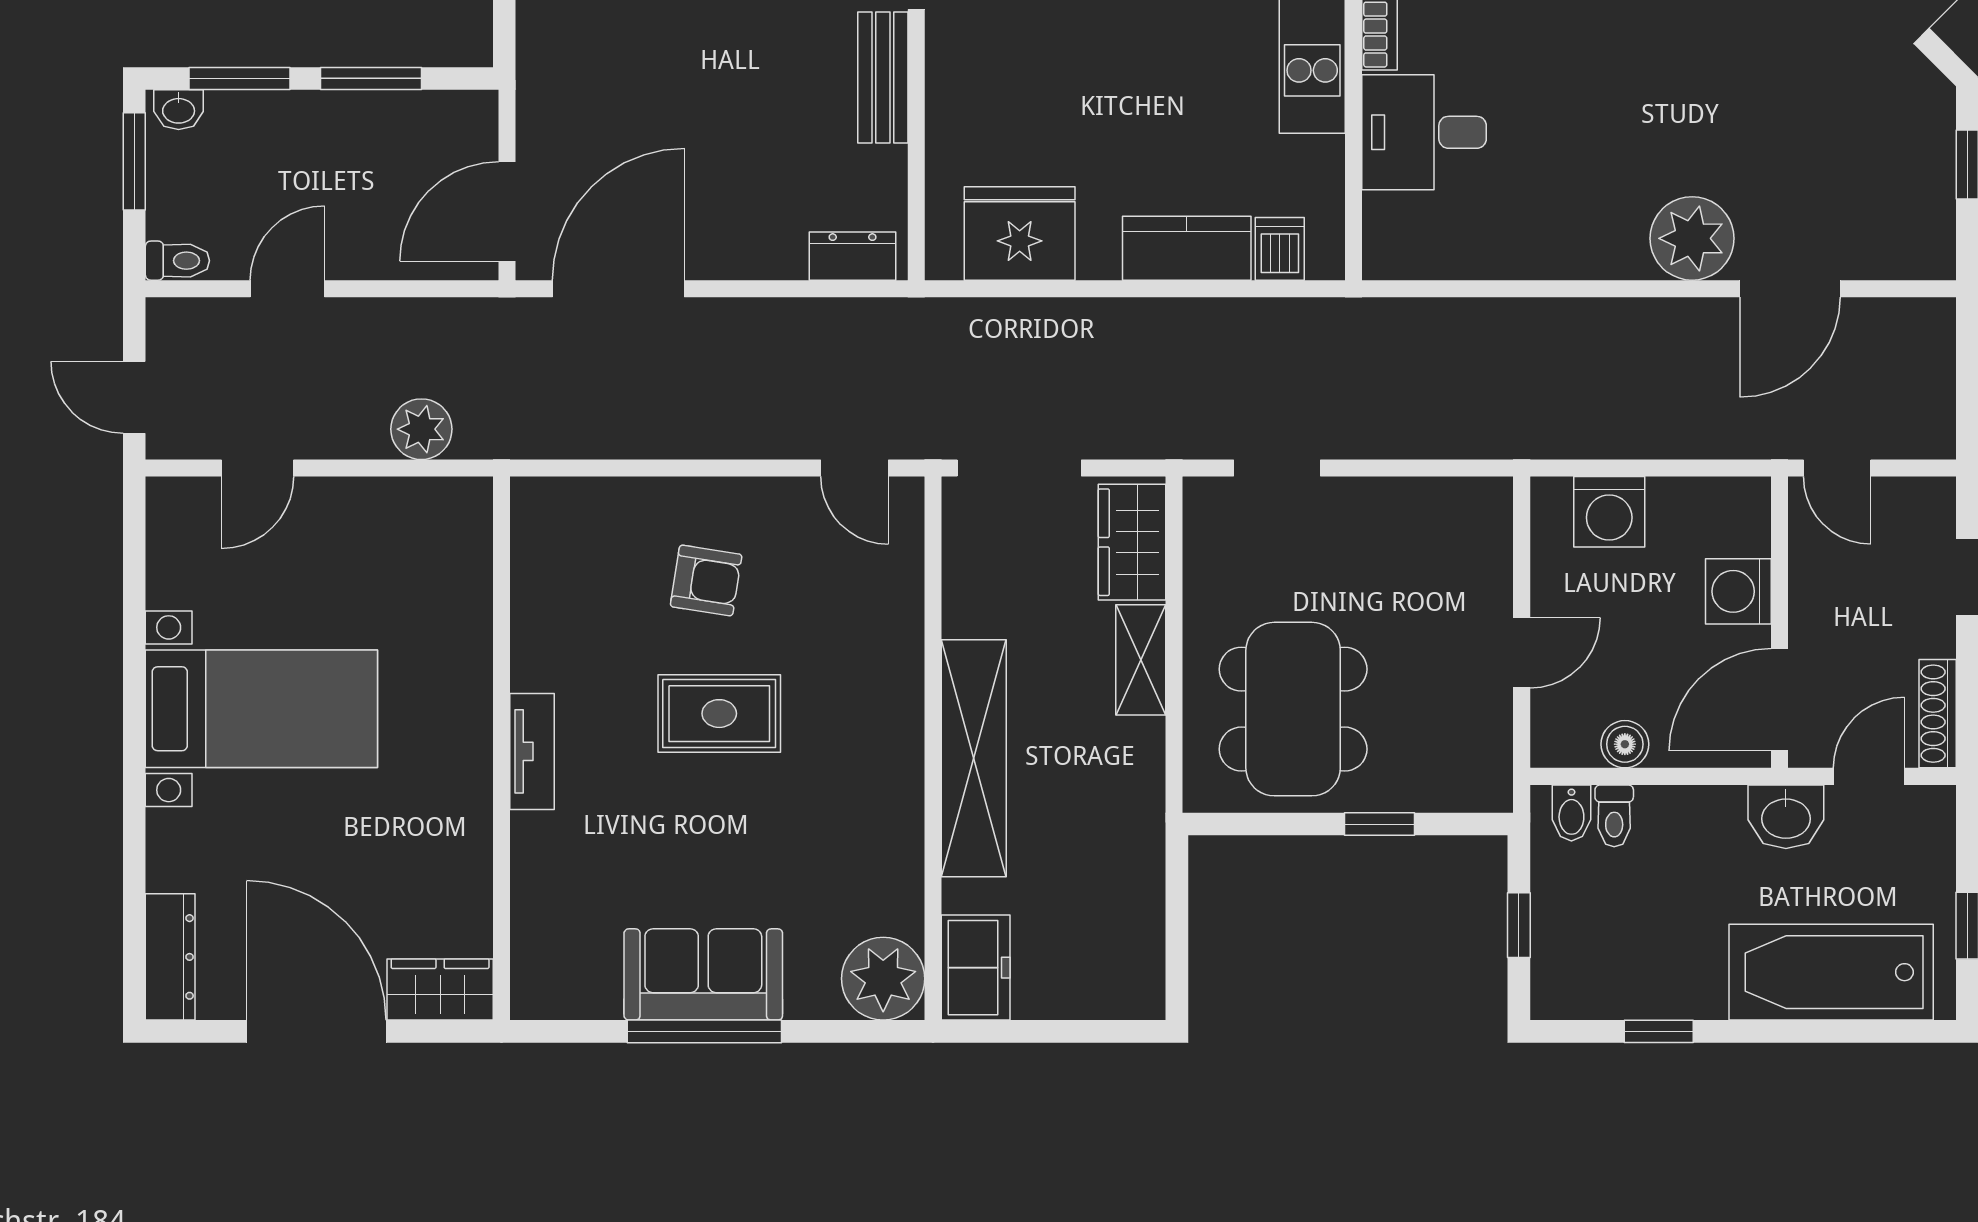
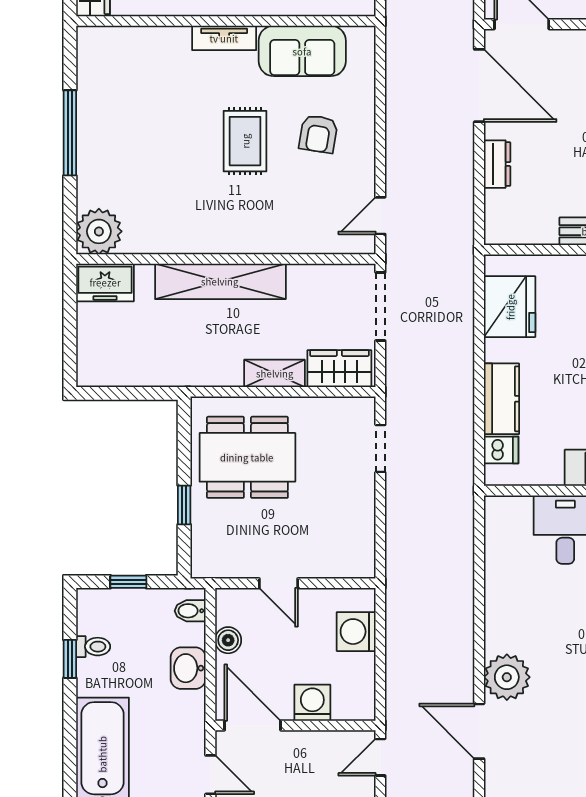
dresser: (853, 256) -> (497, 164), moved
toilet: (1614, 816) -> (93, 647), moved, turned 180
washbasin: (1786, 817) -> (188, 668), moved
sofa: (703, 974) -> (302, 51), moved, turned 90

